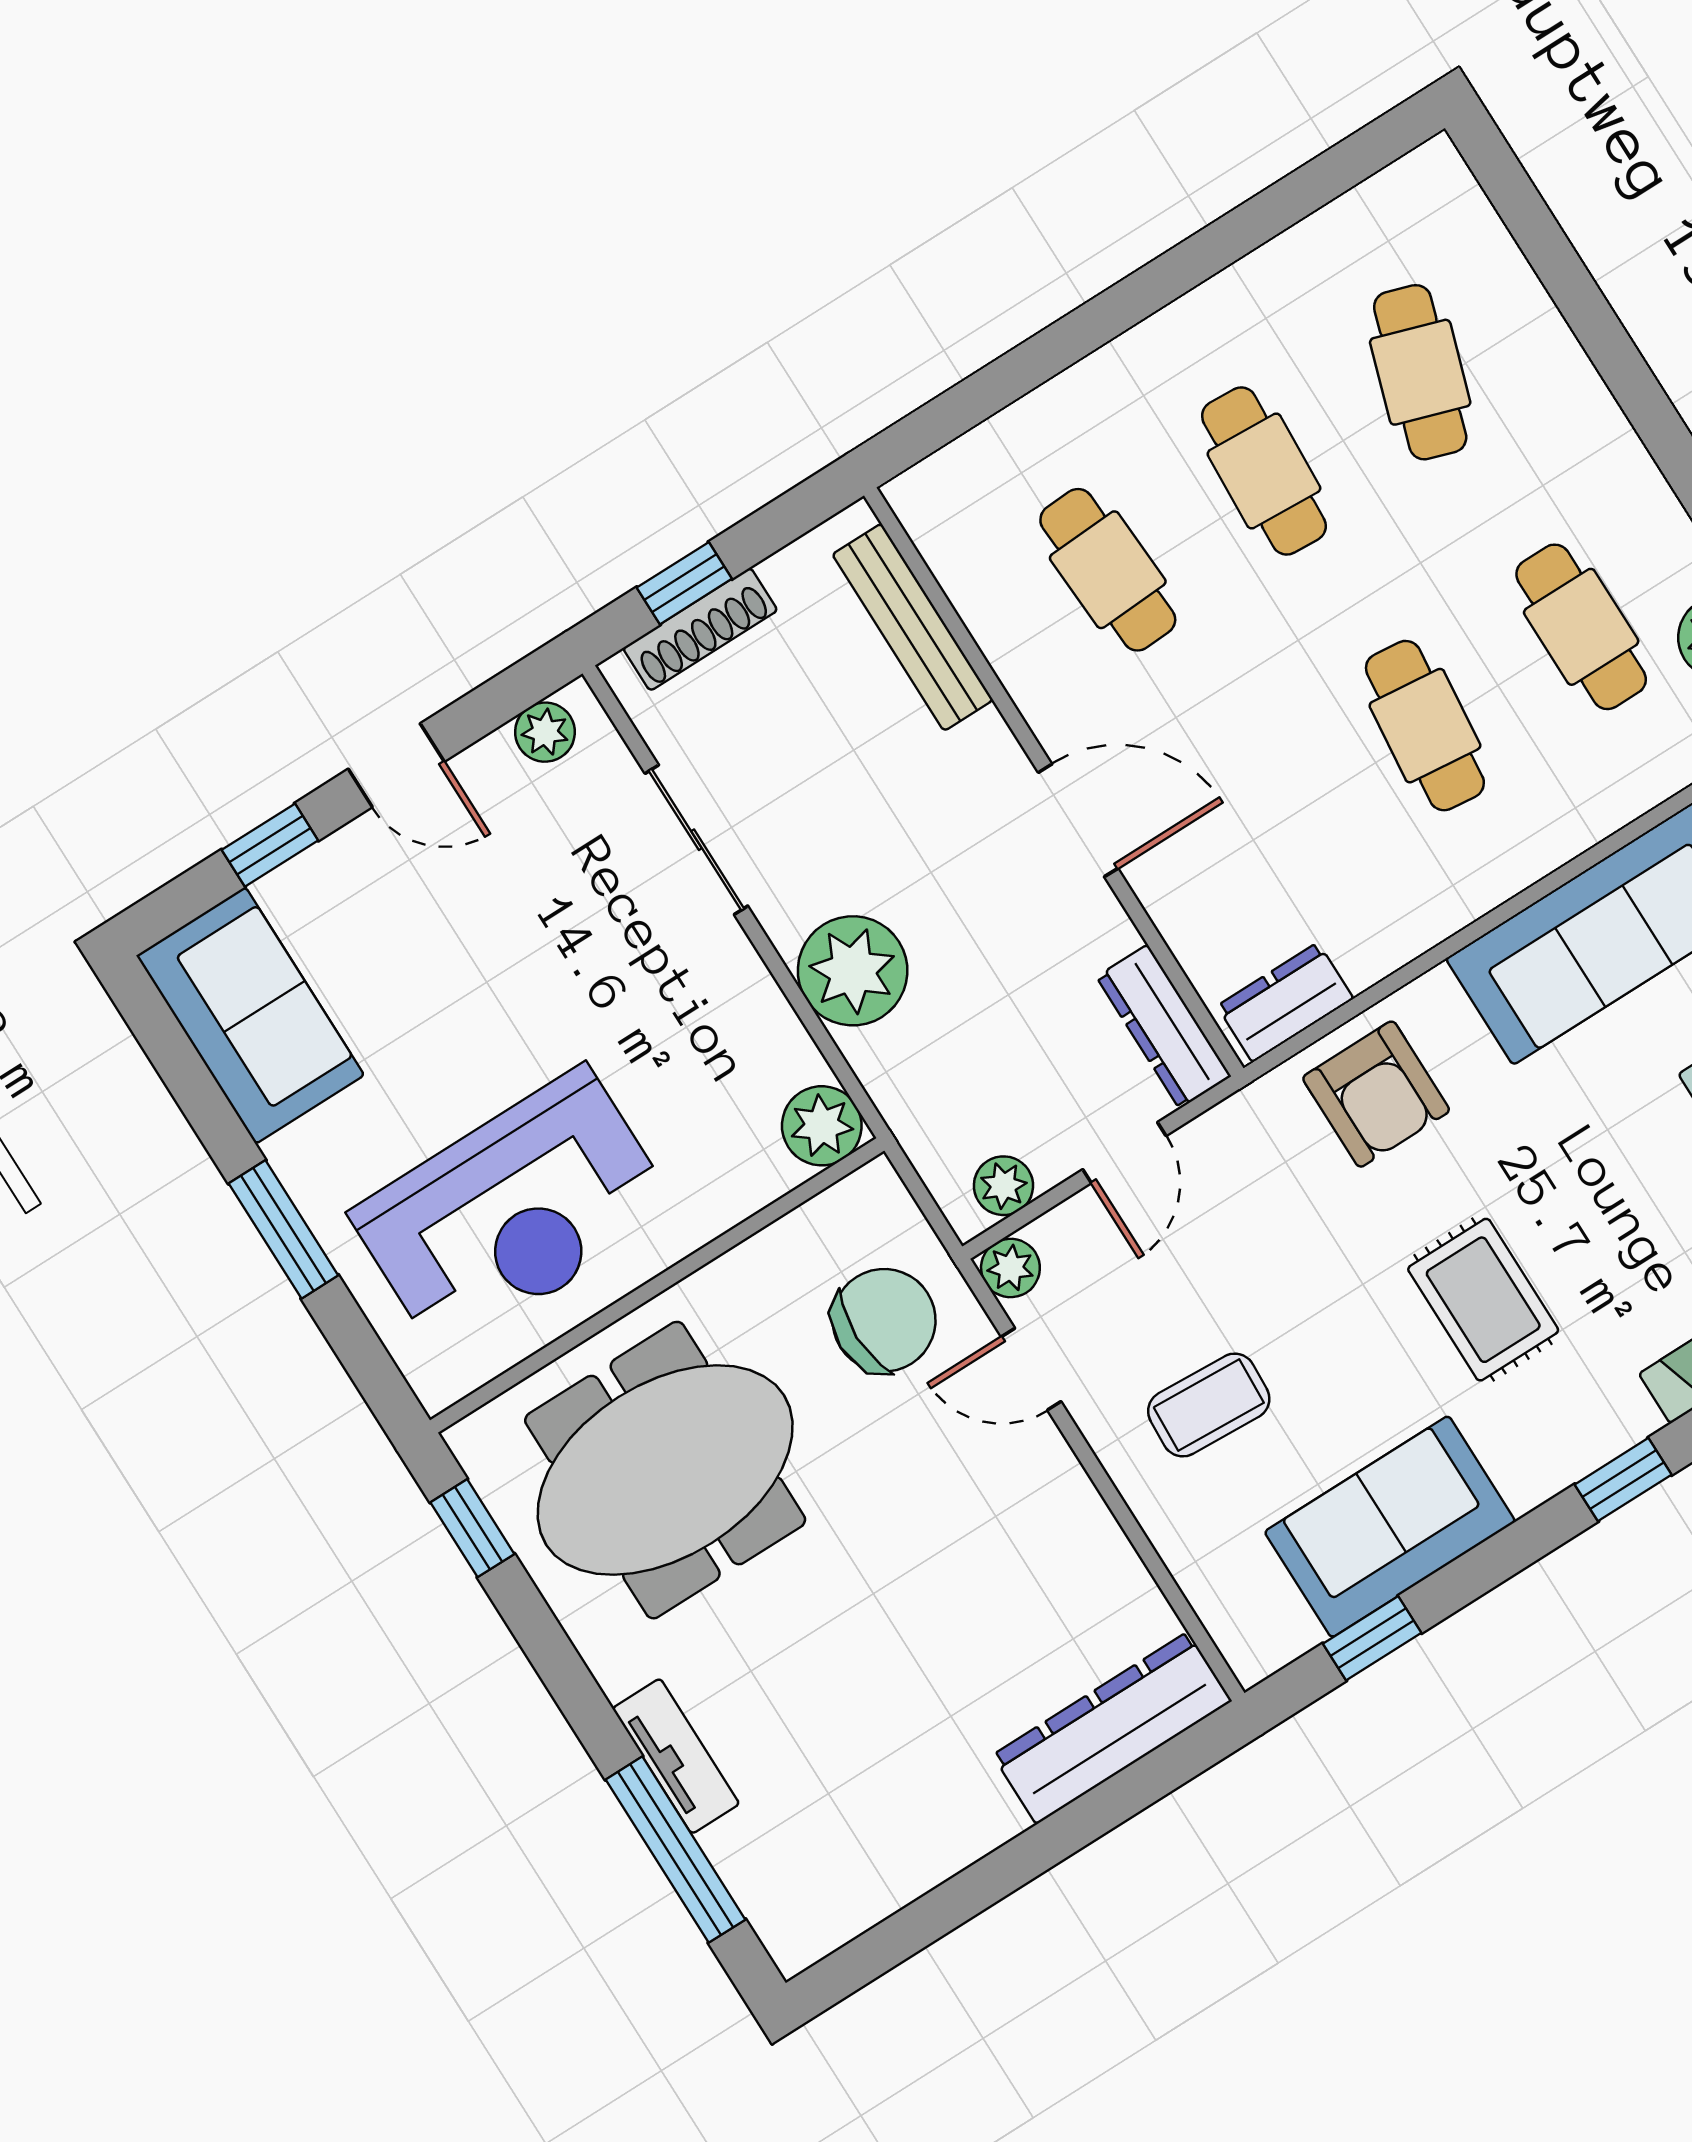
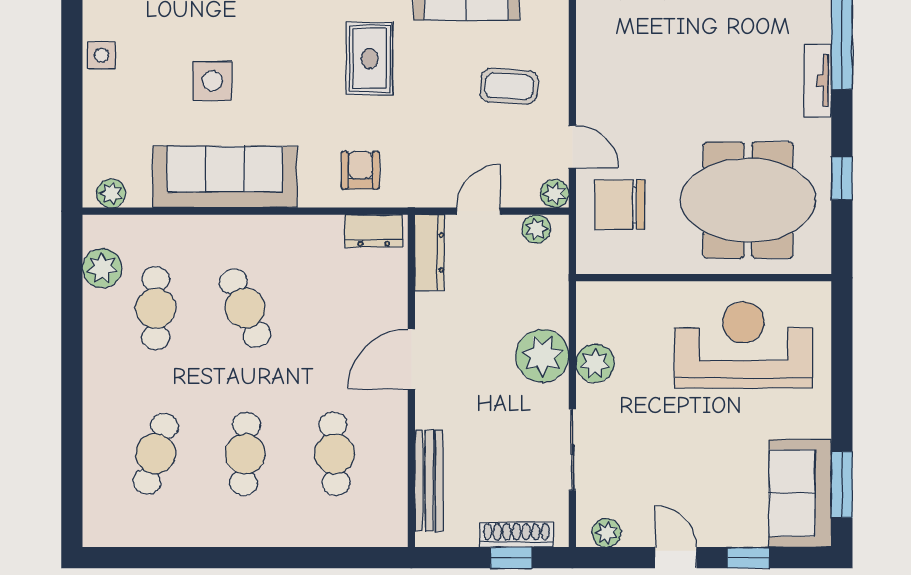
cafe table: (1425, 726) -> (245, 308), turned -30
door: (1078, 820) -> (411, 359), hinge flipped
armchair: (1376, 1094) -> (360, 170), width x0.72, depth x0.72
plant: (822, 1126) -> (595, 363), moved
window: (283, 1229) -> (842, 485), moved
window: (472, 1528) -> (842, 178), moved

